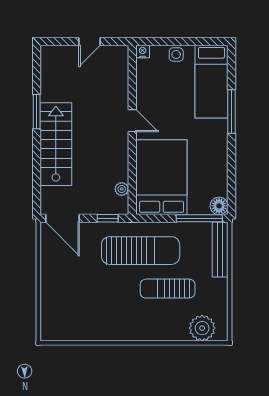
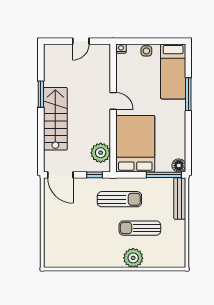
plant: (122, 189) -> (101, 153), width x1.88, depth x1.88
sun lounger: (141, 251) -> (119, 199), width x0.73, depth x0.75
plant: (202, 328) -> (133, 258), moved

